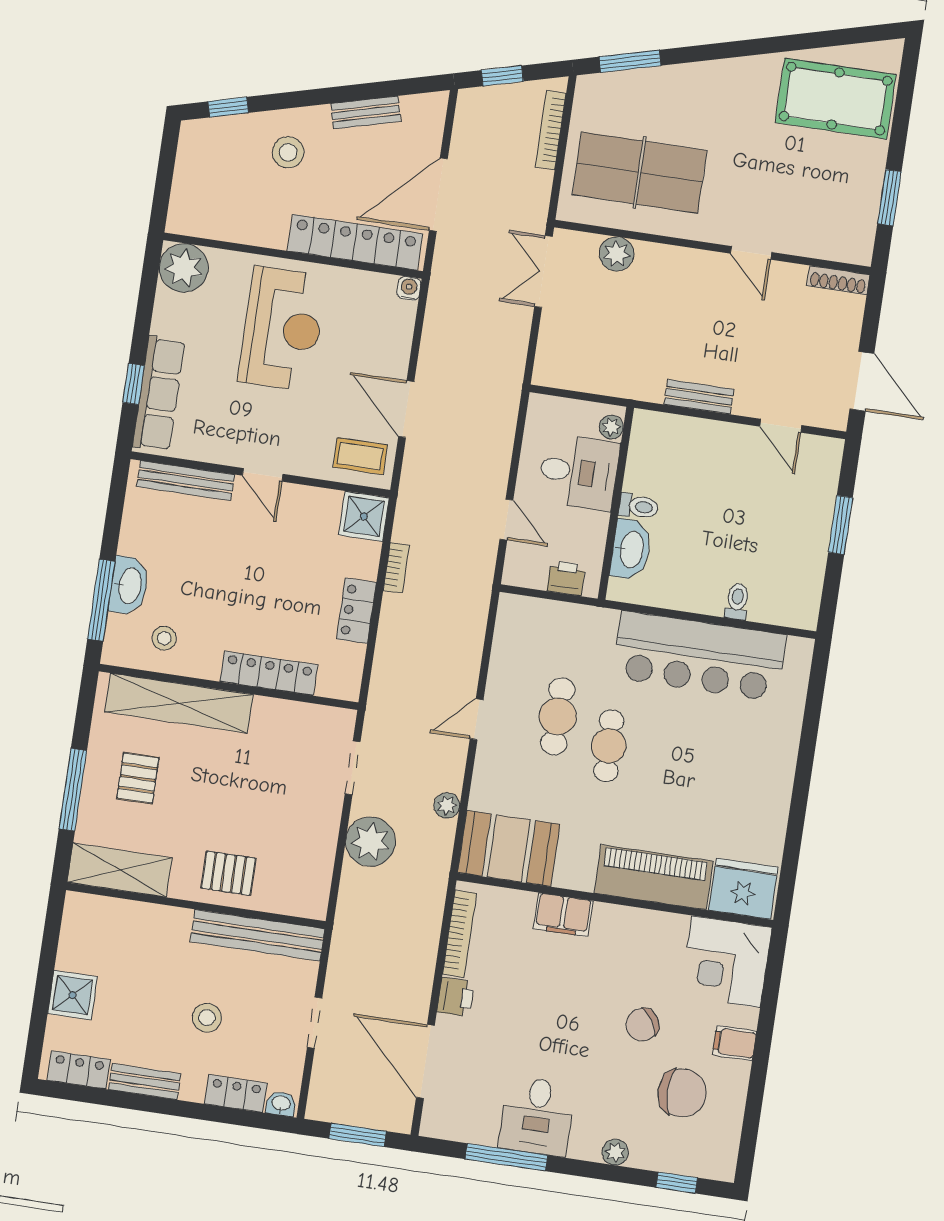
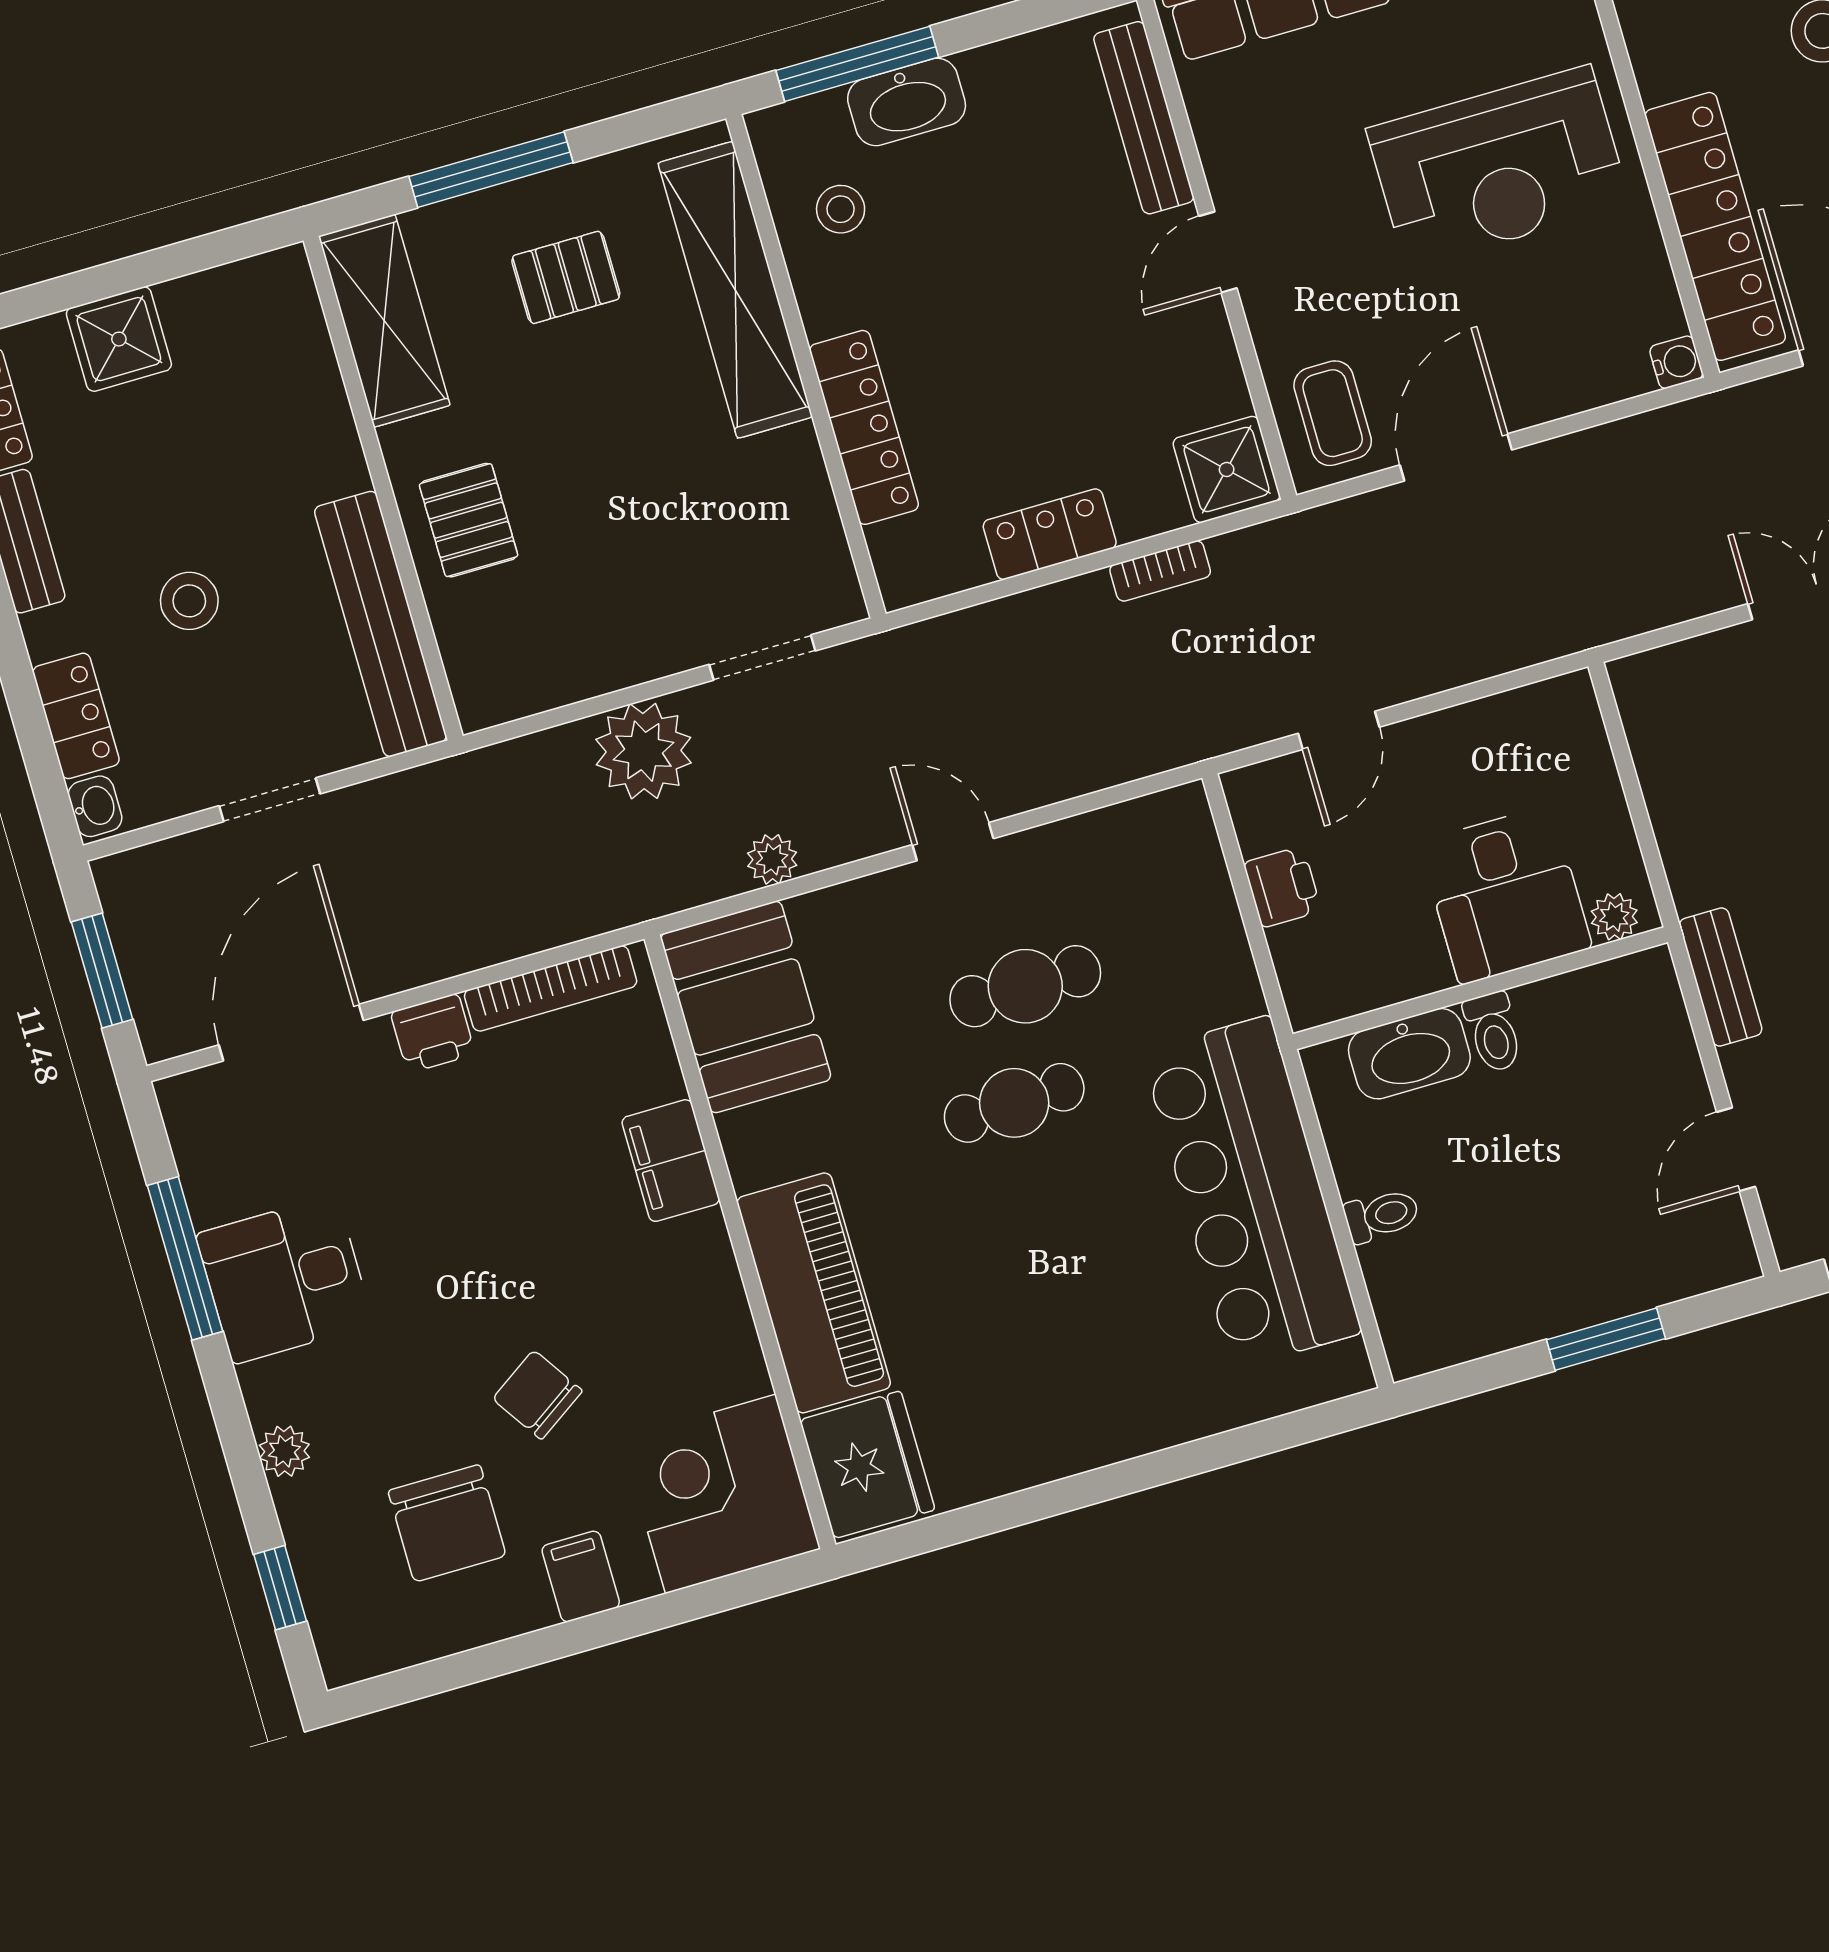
plant: (611, 427) -> (1614, 917), moved
desk: (578, 472) -> (1505, 895), moved
wall: (616, 503) -> (1480, 988), moved
toilet: (639, 506) -> (1493, 1032), moved
washbasin: (631, 549) -> (1409, 1054), moved

